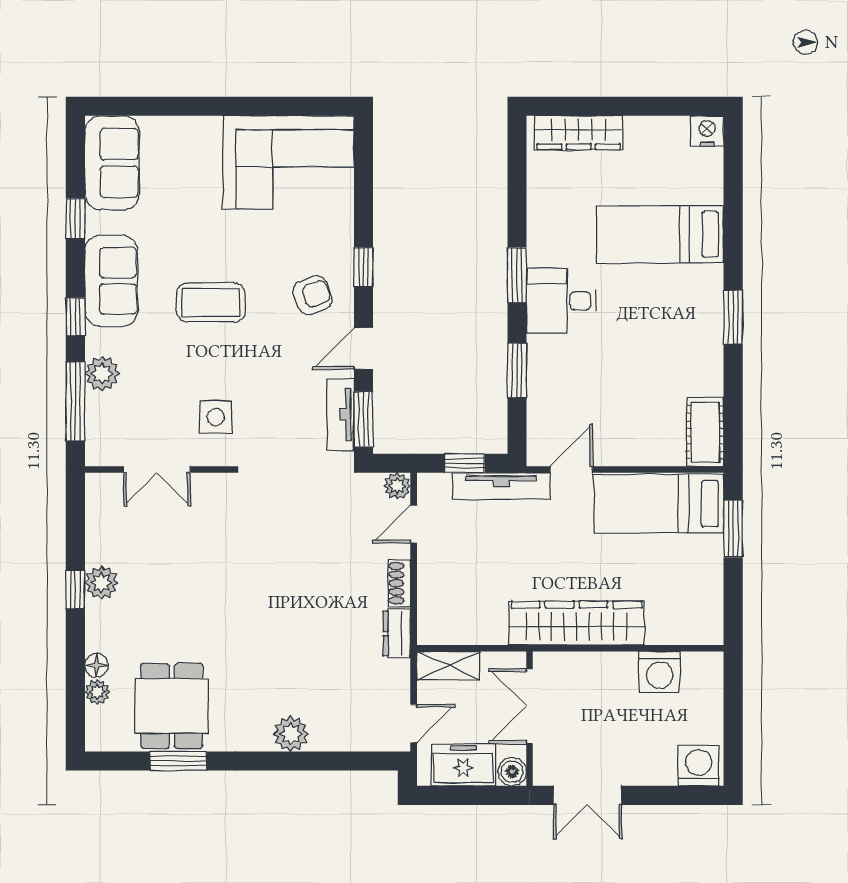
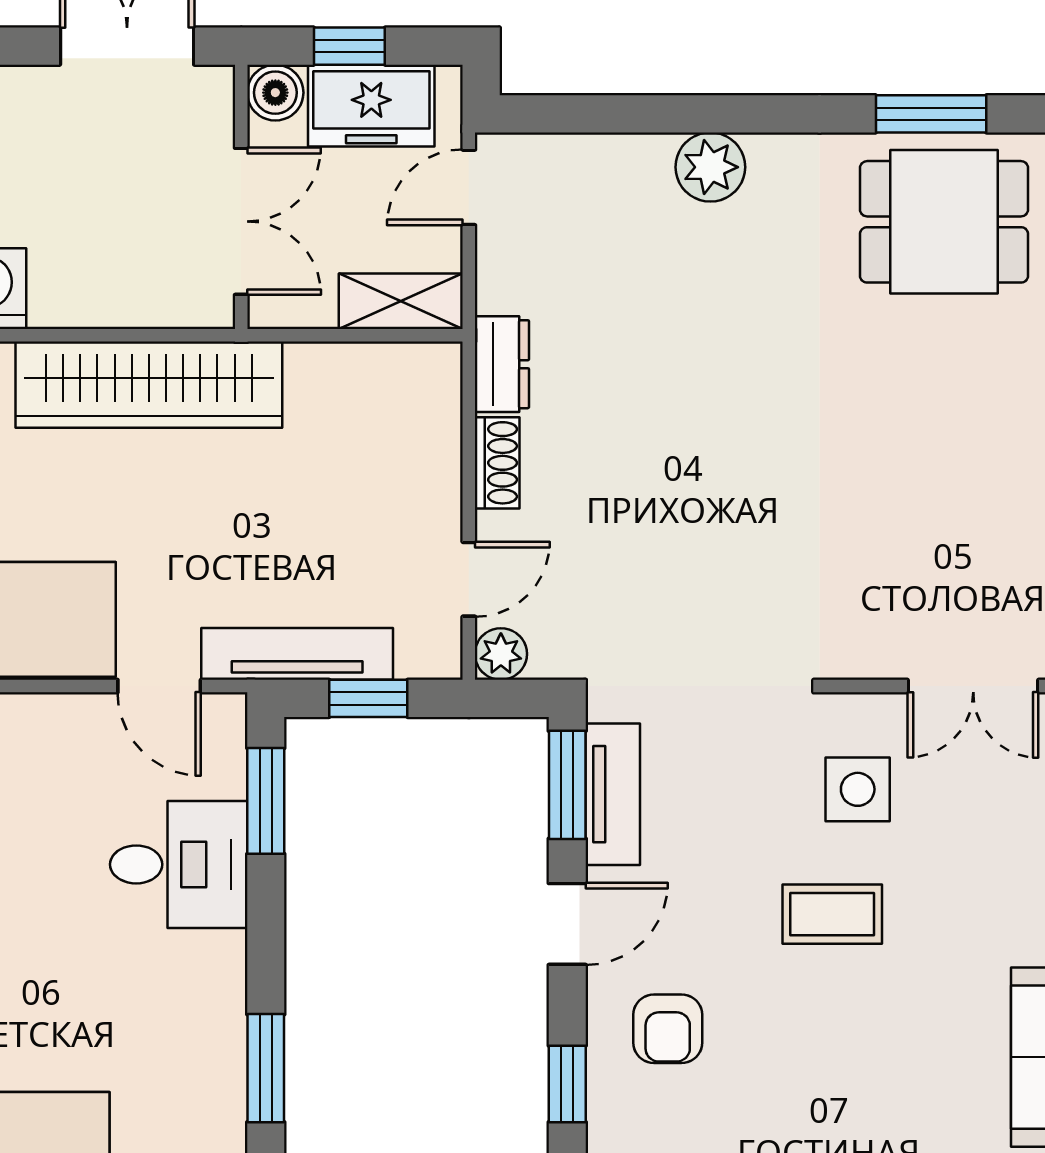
armchair: (312, 295) -> (668, 1029), turned -69
desk: (561, 301) -> (179, 864), moved
coffee table: (211, 302) -> (832, 914), moved, width x0.73, depth x0.77
window: (517, 370) -> (266, 801), moved
double door: (157, 470) -> (973, 686), swing flipped
door: (571, 470) -> (159, 686), hinge flipped
dining table: (172, 706) -> (944, 222), turned 90
window: (474, 795) -> (349, 46), added

